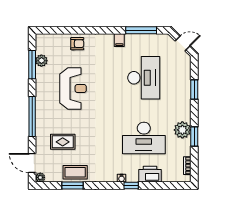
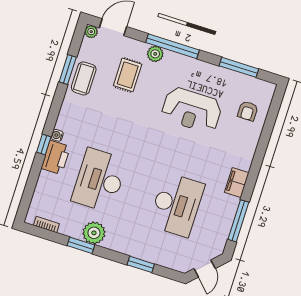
filing cabinet: (119, 40) -> (237, 183), width x2.00
armchair: (77, 44) -> (248, 111), moved
plant: (41, 61) -> (155, 54), moved
desk: (144, 78) -> (176, 205), turned -90
printer: (150, 174) -> (56, 157), moved

